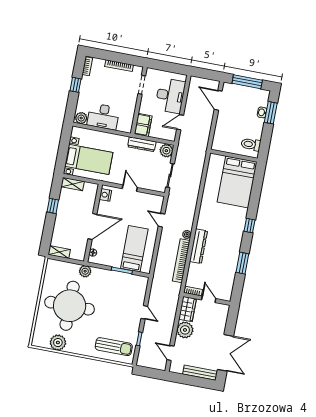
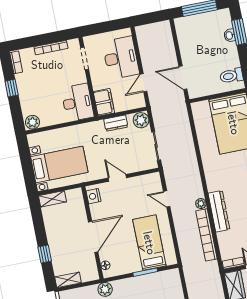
door: (218, 100) -> (183, 78), moved
desk: (103, 116) -> (77, 103), moved, turned -90
dresser: (142, 144) -> (116, 123), width x0.70
window: (53, 206) -> (45, 254), moved

